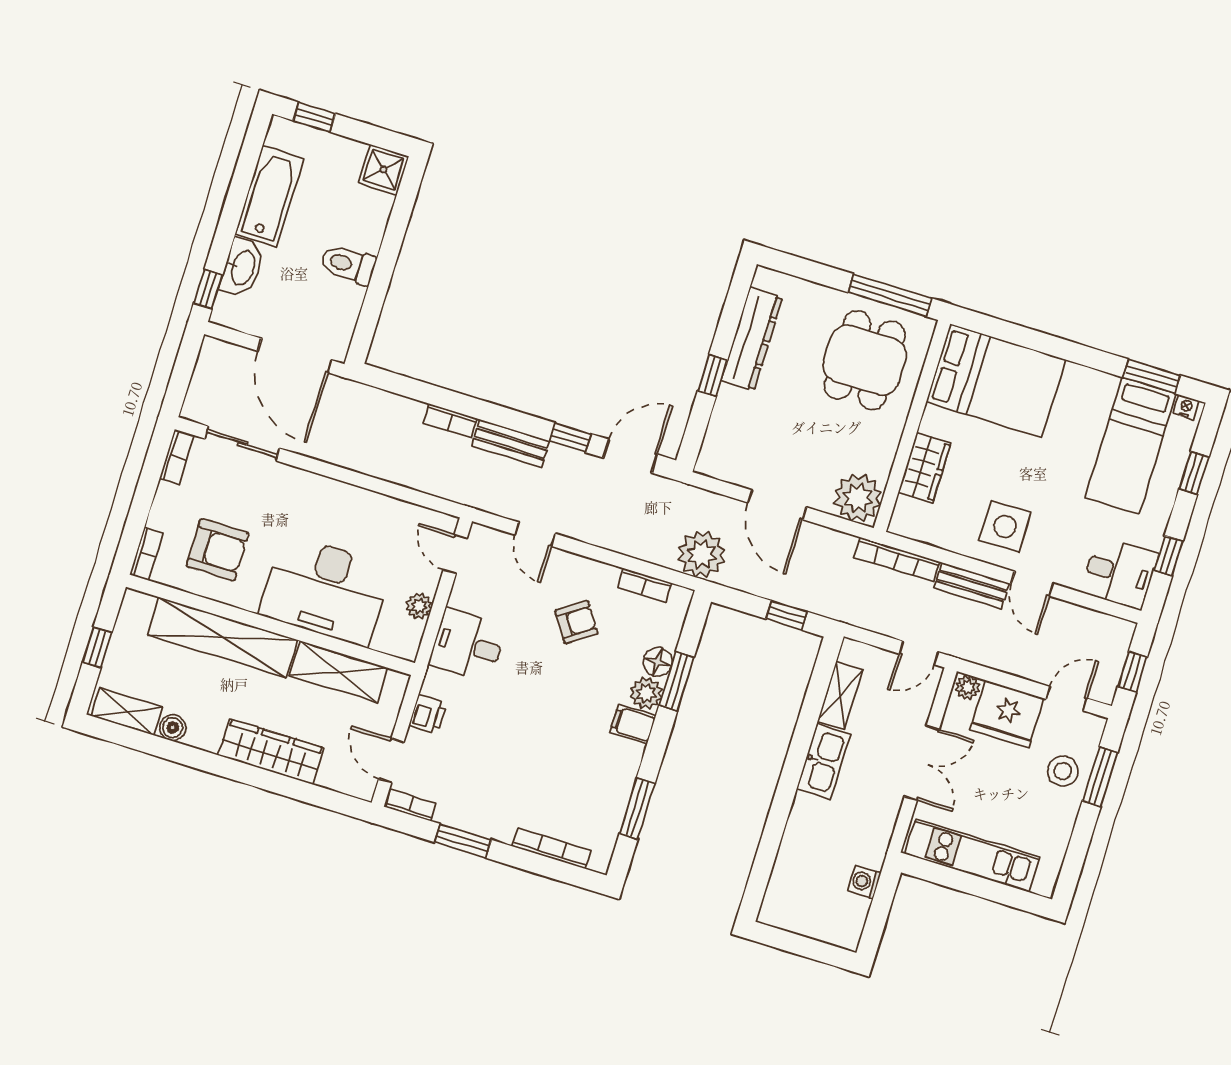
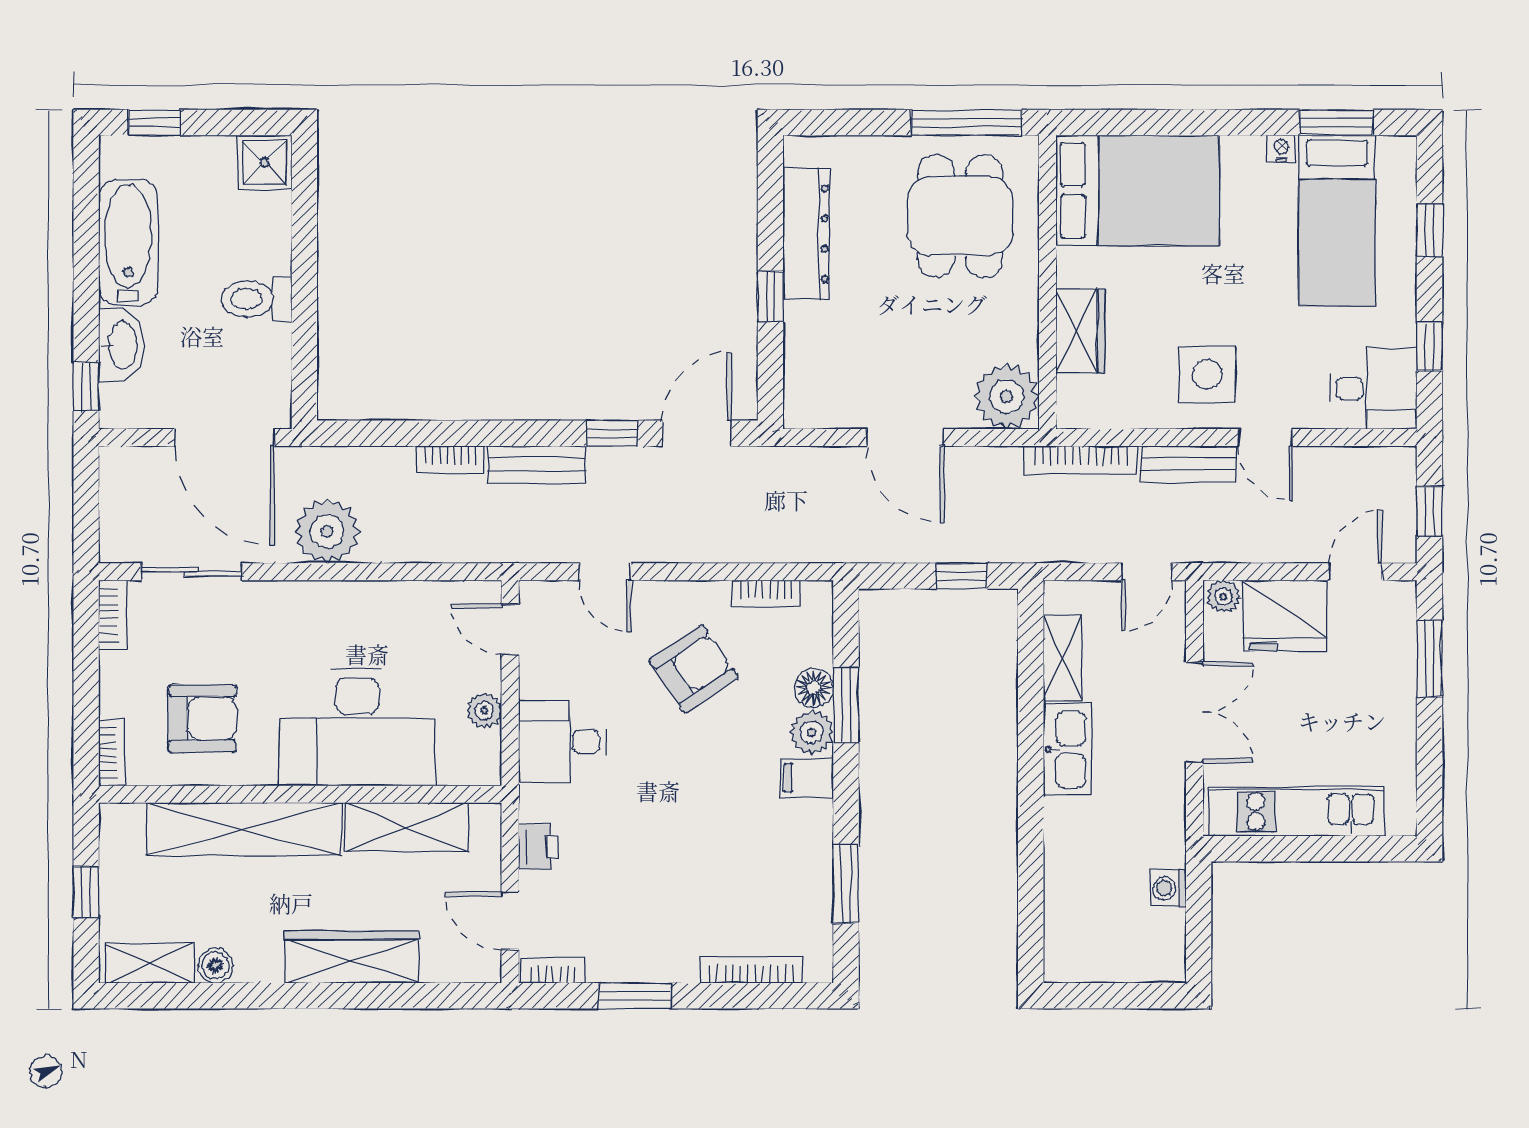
nightstand: (1186, 407) -> (1281, 149), moved
plant: (702, 554) -> (327, 531), moved
armchair: (576, 622) -> (693, 669), width x1.38, depth x1.38
stool: (1063, 771) -> (1379, 667), removed

